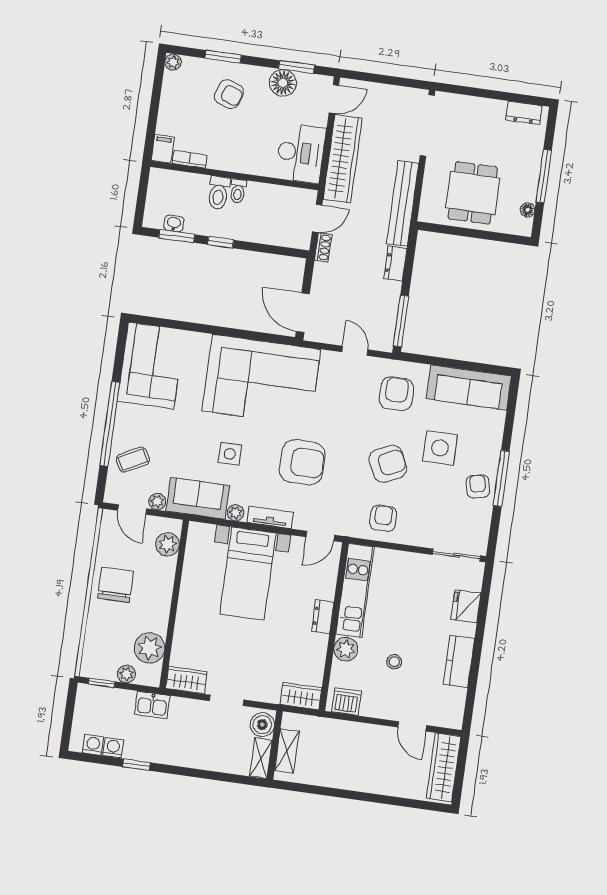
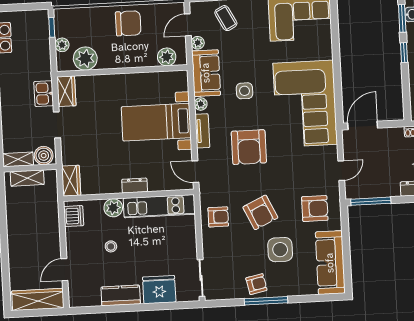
fridge: (466, 606) -> (159, 290), width x1.36, depth x1.34
kitchen sink: (152, 705) -> (44, 94), moved

